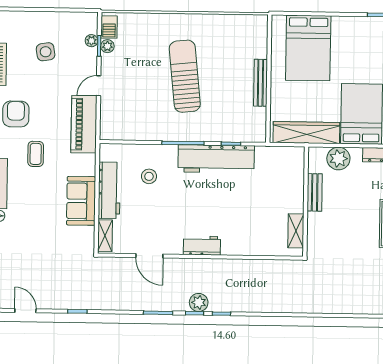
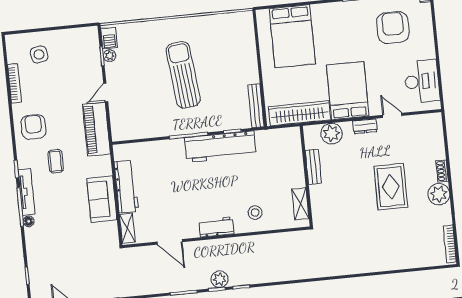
plant: (91, 41) -> (95, 52), removed
side table: (46, 52) -> (39, 55), moved
bench: (260, 83) -> (256, 106), moved
stool: (149, 176) -> (255, 212), moved

